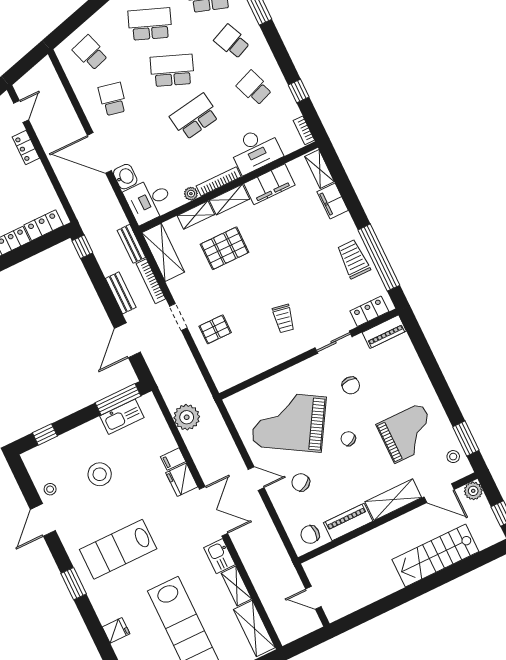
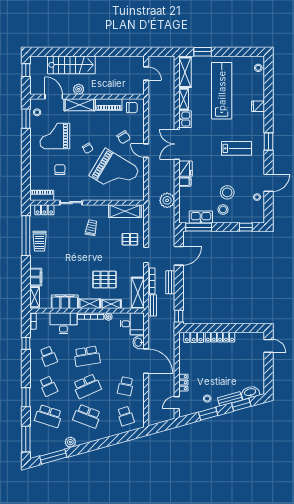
school desk: (172, 70) -> (87, 386), turned -45
shelving: (244, 369) -> (125, 211), added
chair: (351, 385) -> (60, 170), moved
stool: (93, 445) -> (223, 210), added
plant: (473, 491) -> (79, 89), moved
lab bench: (118, 549) -> (236, 148), width x0.73, depth x0.72

